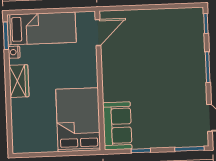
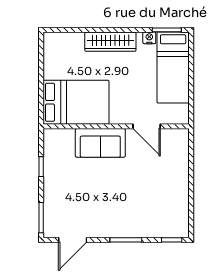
door: (98, 33) -> (147, 126), moved
wardrobe: (19, 81) -> (110, 42), width x1.50
sofa: (117, 126) -> (100, 143), moved

